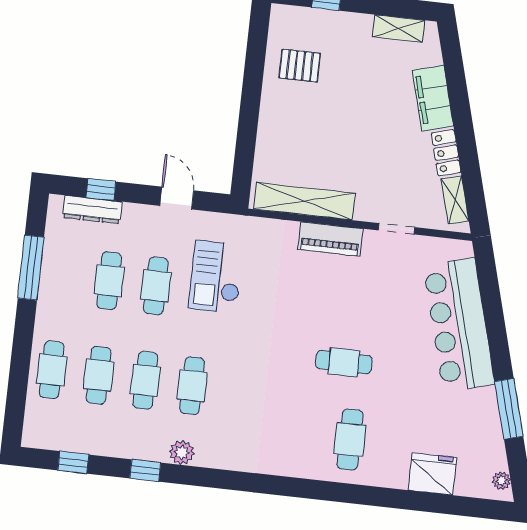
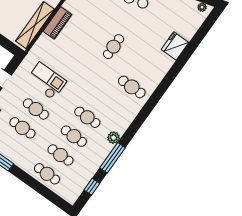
checkout: (216, 277) -> (46, 81), turned 180
cafe table: (350, 440) -> (132, 87), moved
window: (145, 471) -> (113, 158), width x2.17
fridge: (432, 474) -> (175, 46), moved

